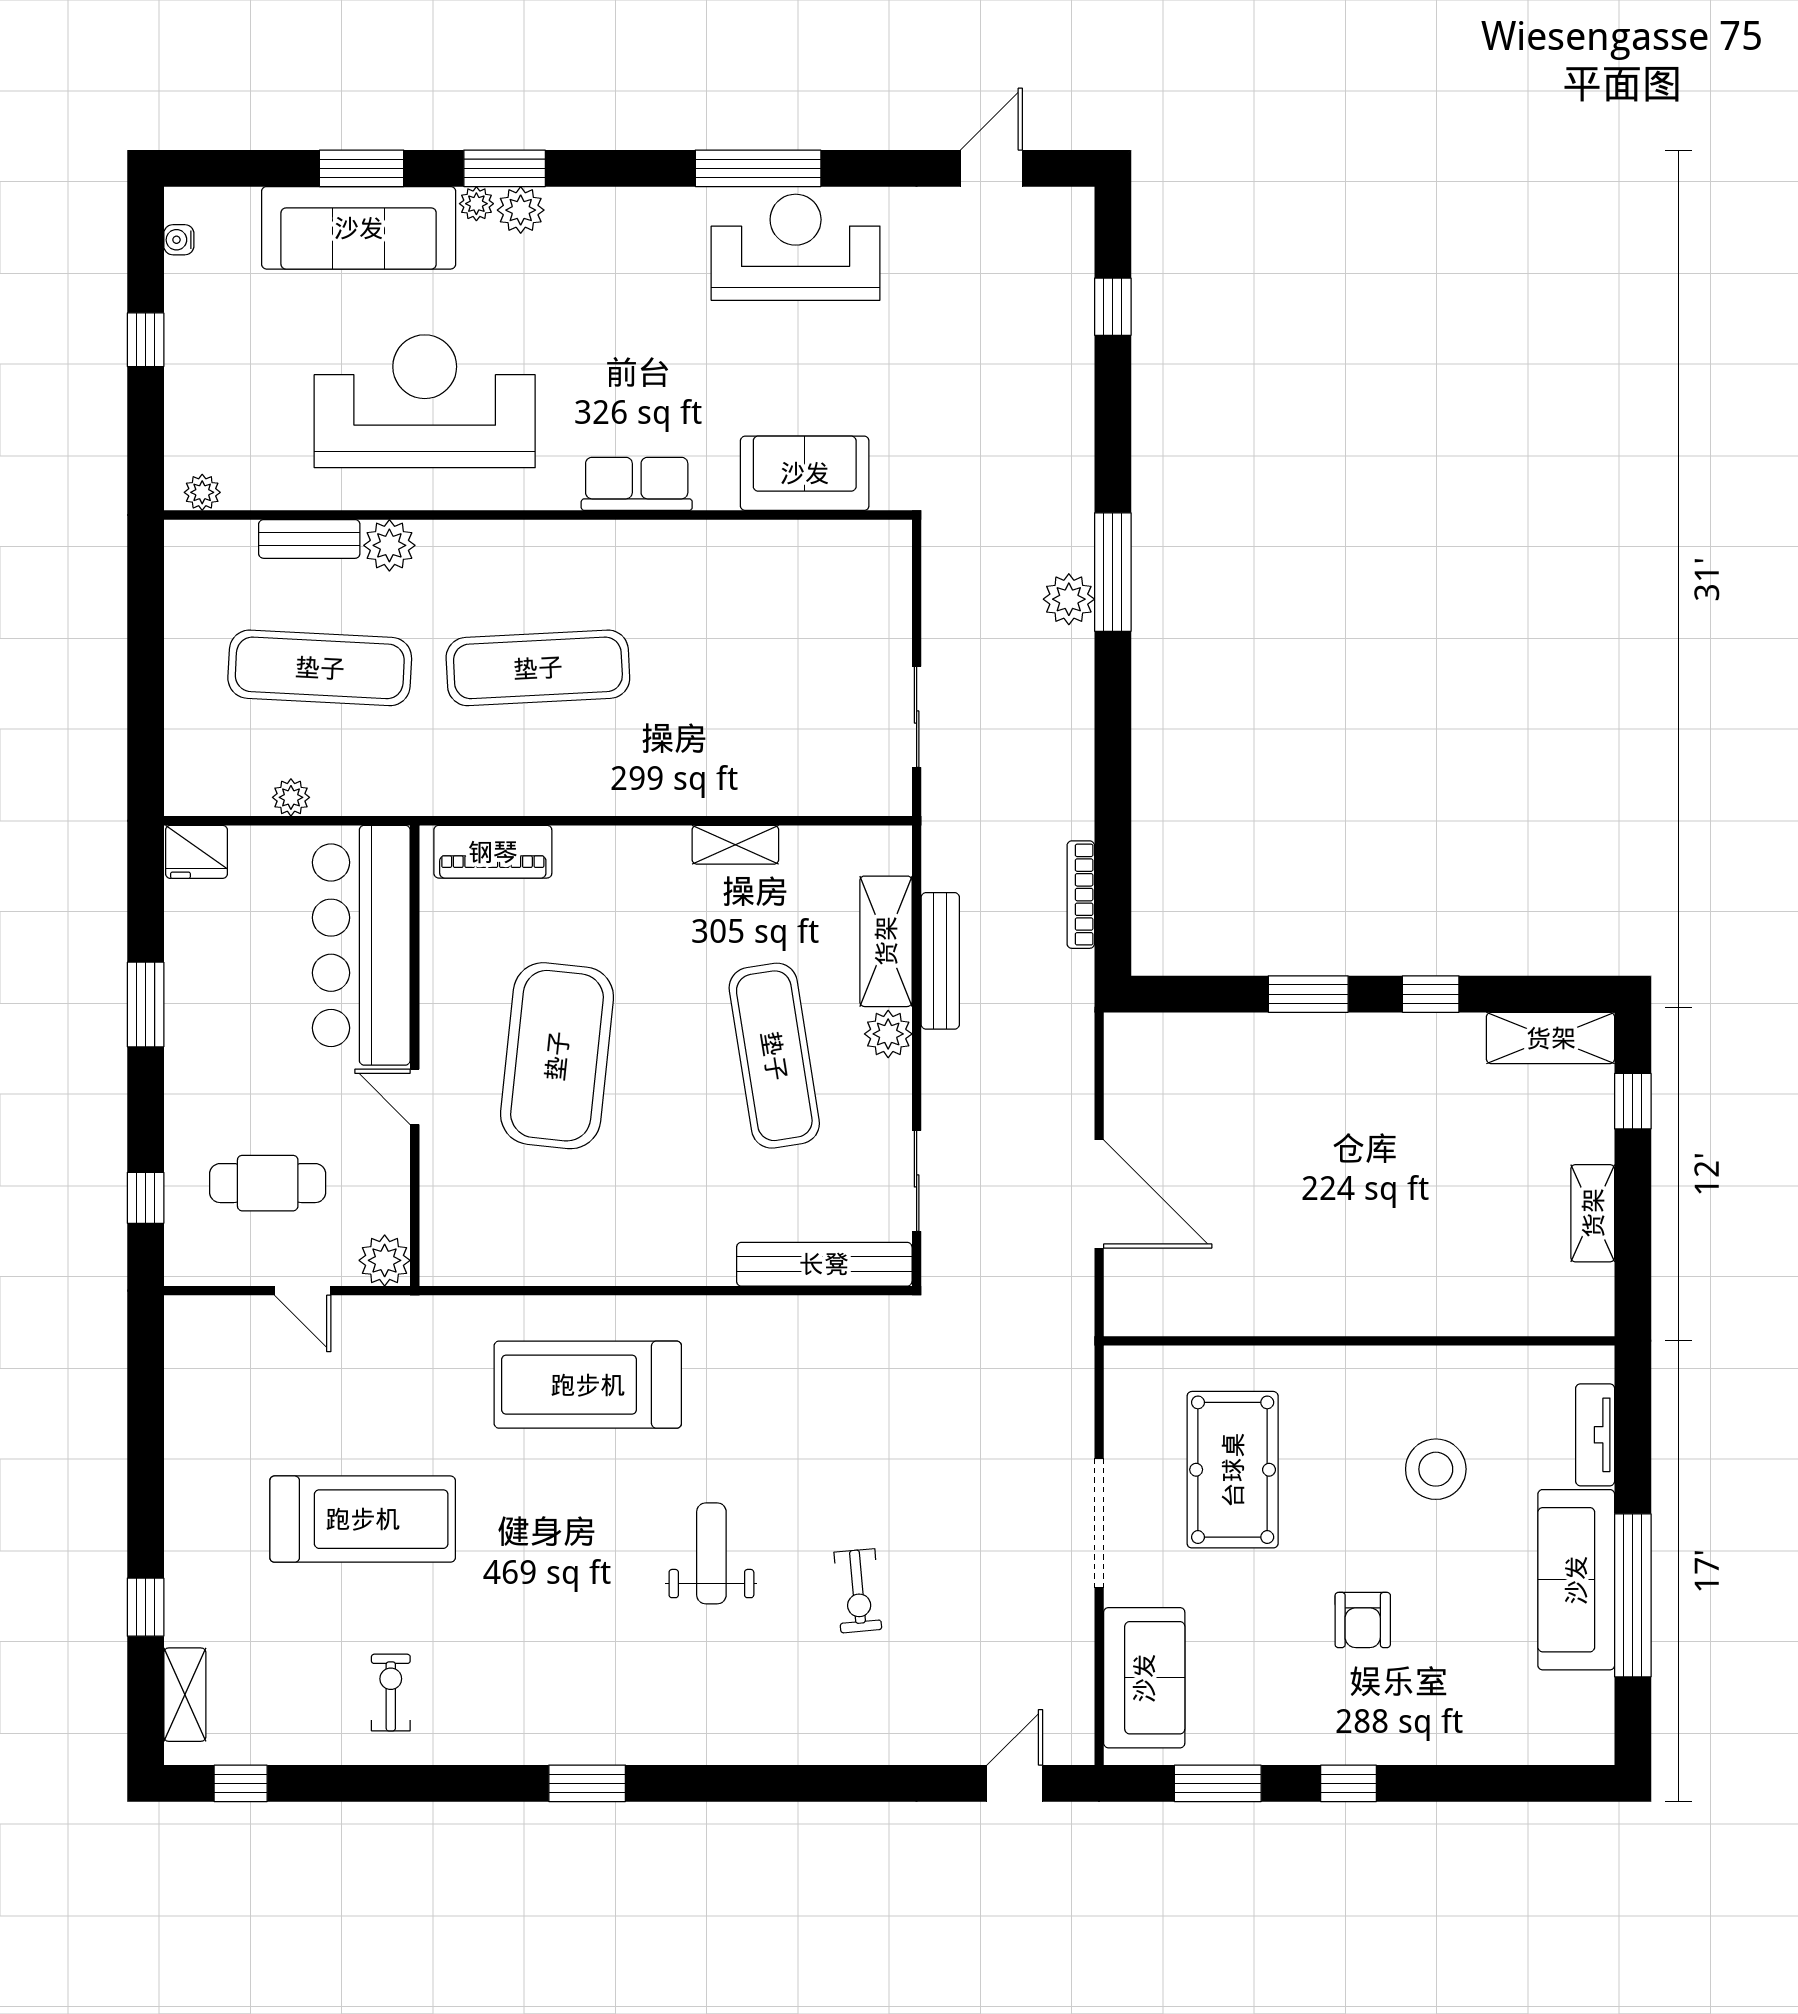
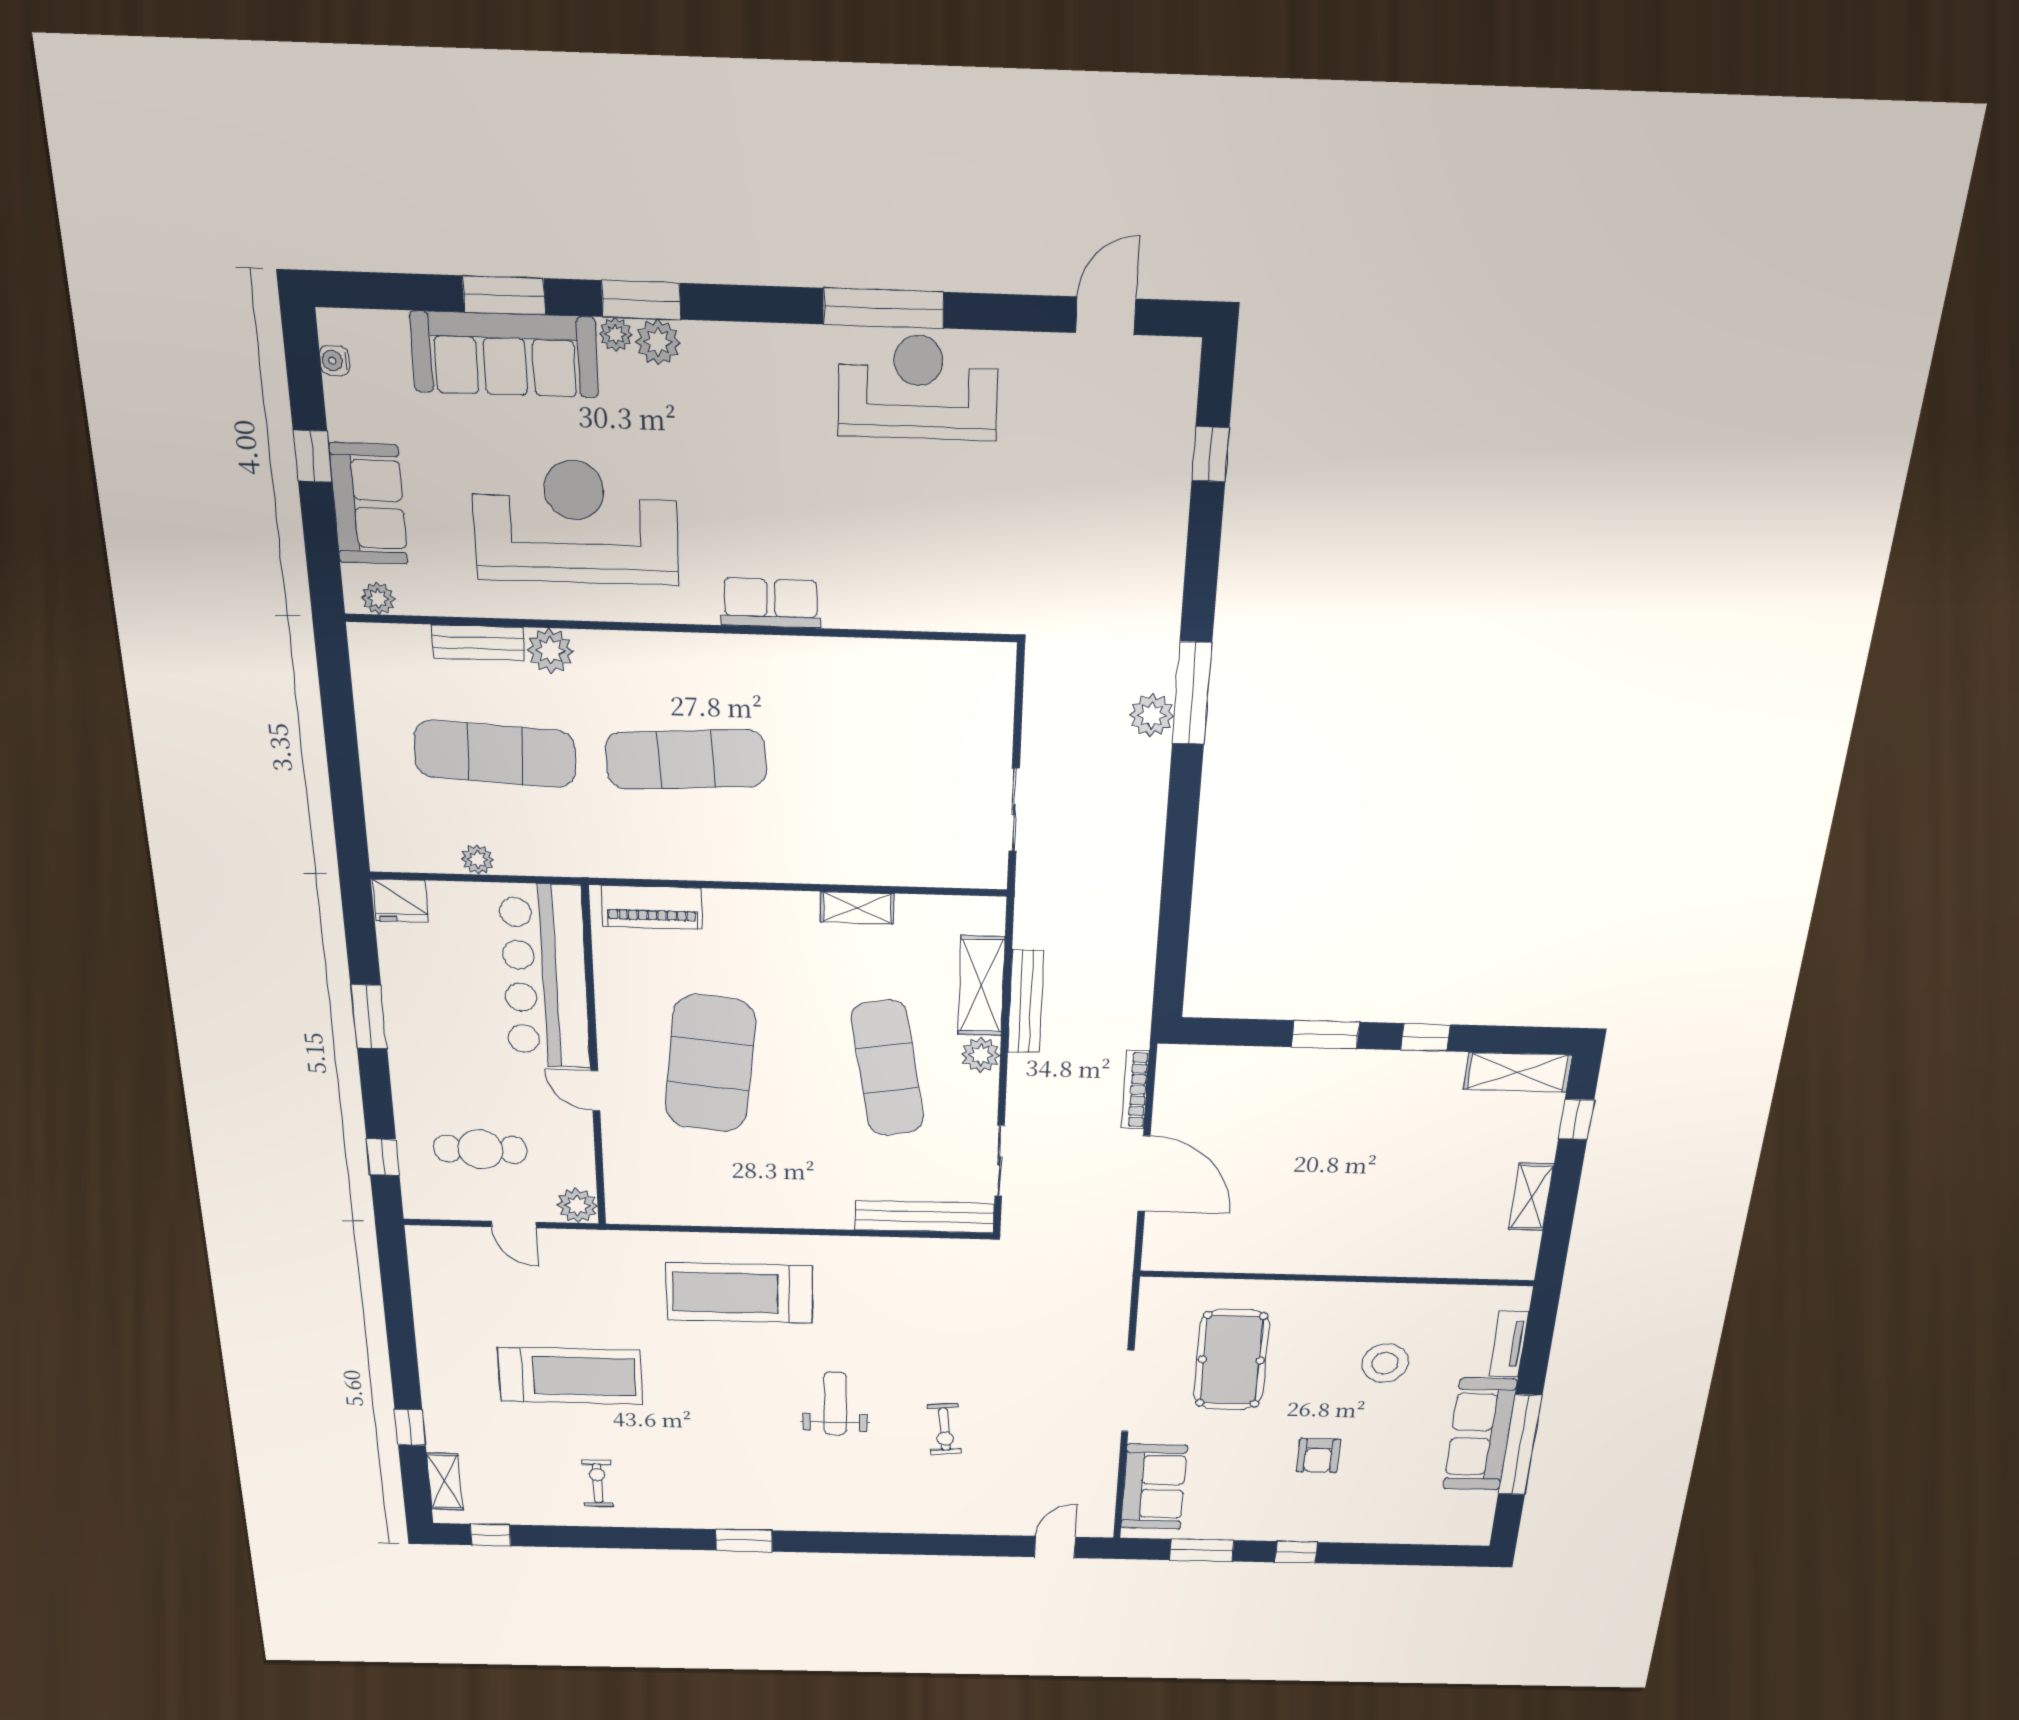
sofa: (805, 473) -> (368, 504), moved, turned 90
bookcase: (1081, 895) -> (1135, 1090), moved

